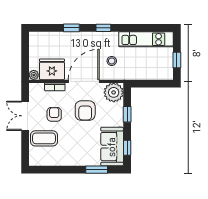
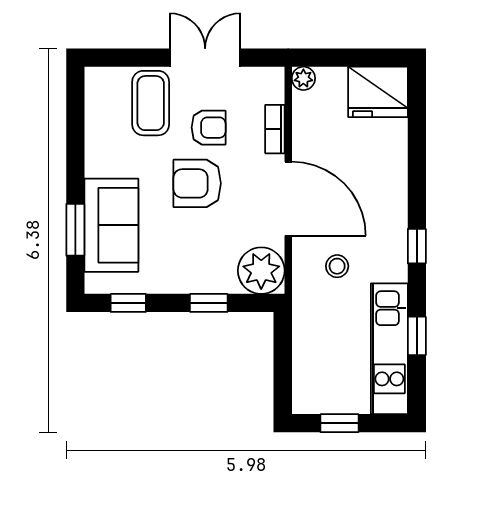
window: (71, 28) -> (417, 336), moved
fridge: (52, 69) -> (378, 92), moved, turned 90
armchair: (85, 111) -> (197, 183), moved
sofa: (112, 147) -> (111, 225), moved, turned 90

